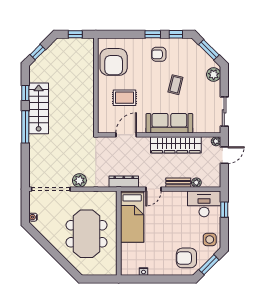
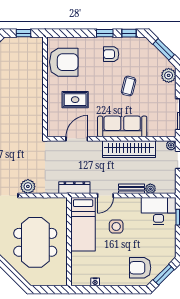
armchair: (114, 62) -> (64, 62), turned -90
side table: (210, 240) -> (116, 227), moved

